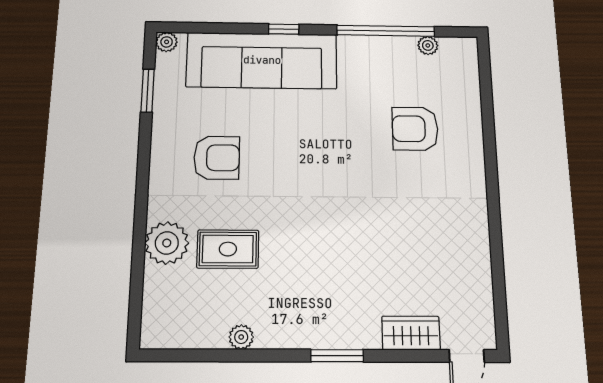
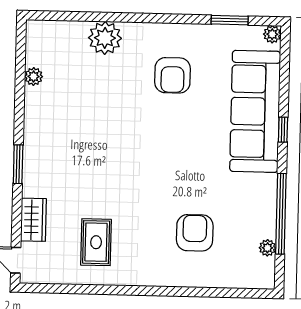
rug: (228, 249) -> (96, 242), moved
plant: (241, 337) -> (34, 77), moved

